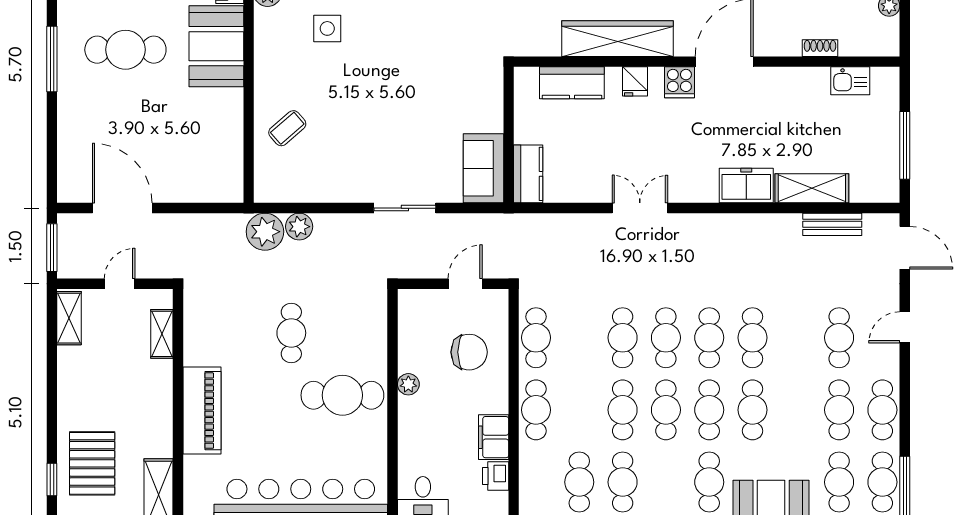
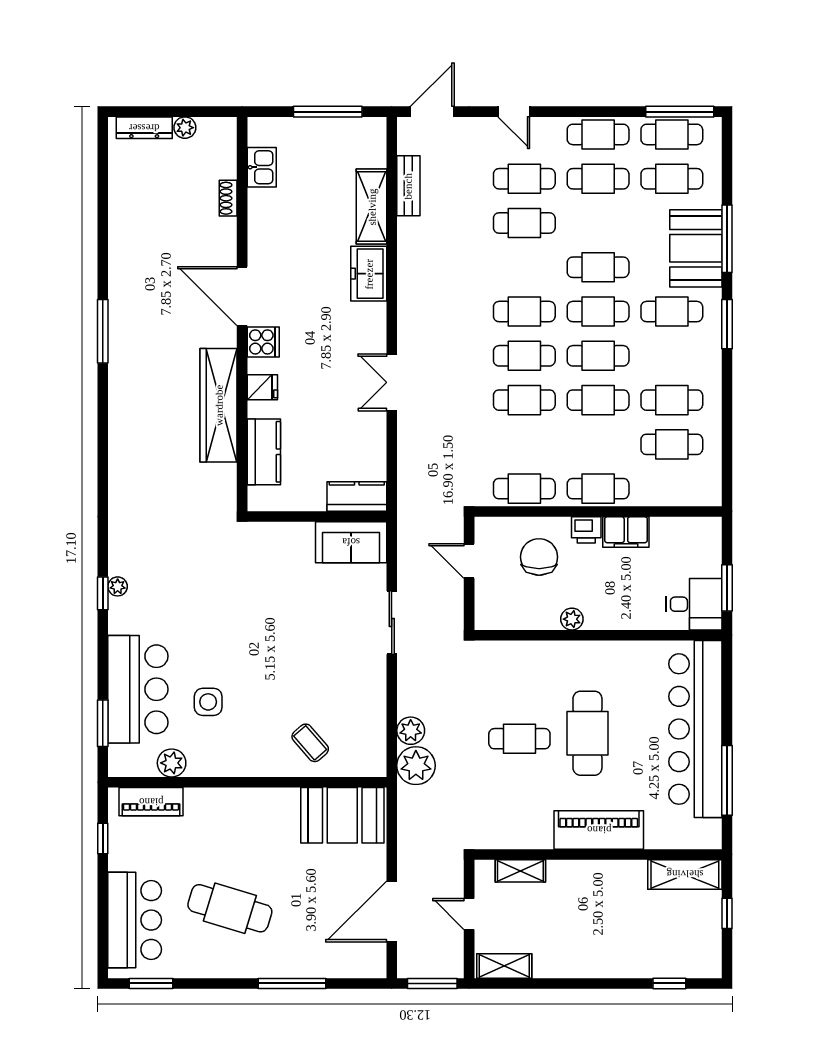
booth: (216, 46) -> (342, 815), moved
cafe table: (125, 50) -> (230, 908), turned -73
window: (52, 59) -> (292, 983), moved
cafe table: (752, 338) -> (524, 223), moved
cafe table: (342, 395) -> (587, 733), moved
pallet: (92, 463) -> (653, 942), removed
printer: (496, 476) -> (586, 530), moved

